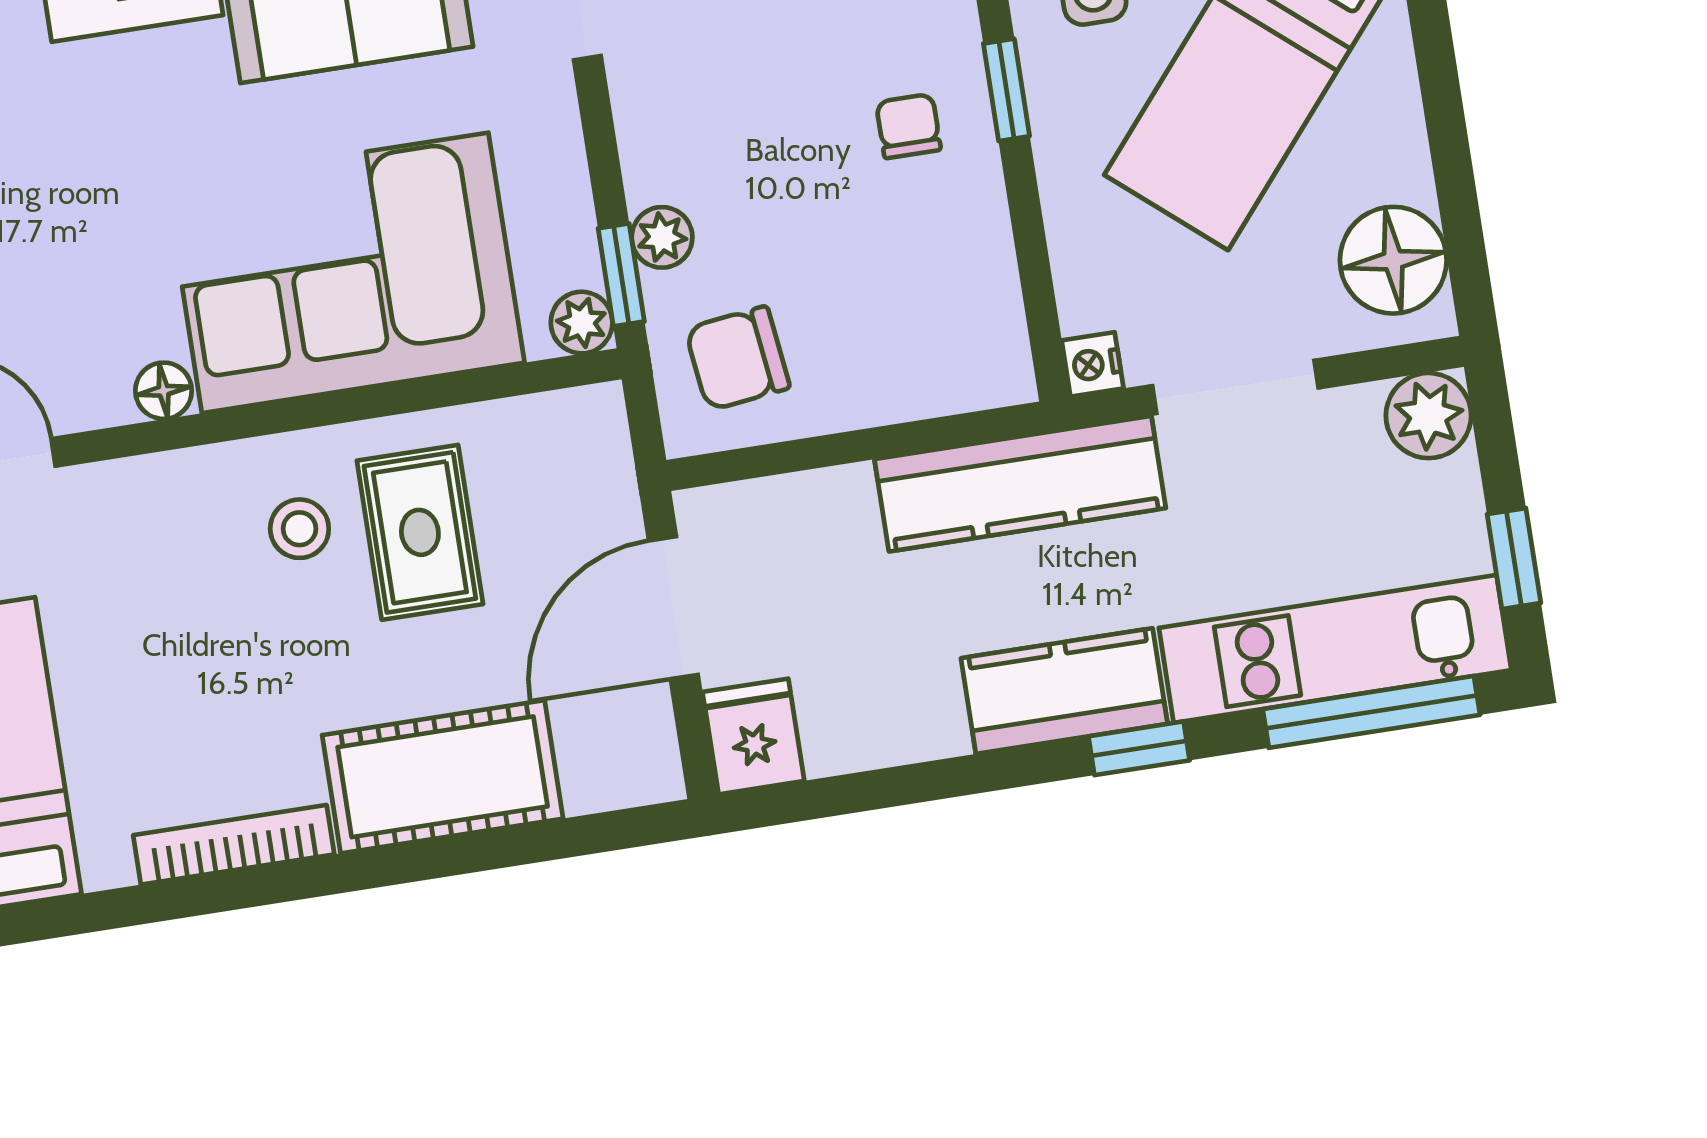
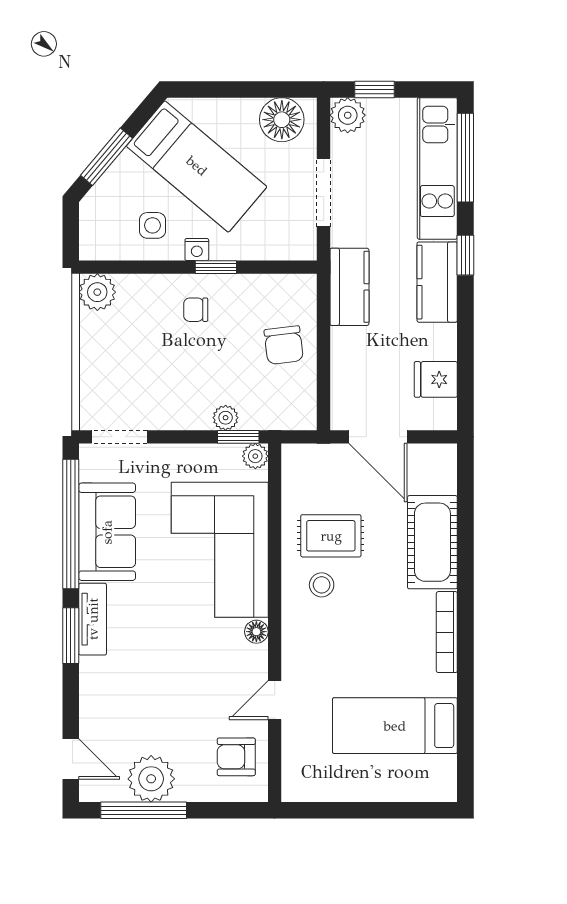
window: (1006, 90) -> (216, 267), moved
chair: (738, 358) -> (284, 345), moved
nightstand: (1093, 364) -> (197, 250), moved
kitchen counter: (1020, 484) -> (349, 287), width x0.67
window: (1514, 559) -> (374, 89), moved
fridge: (753, 736) -> (436, 379), moved

